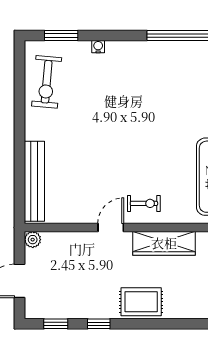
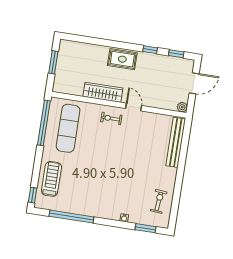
exercise bike: (47, 82) -> (159, 201), width x0.73, depth x0.72
door: (111, 227) -> (134, 107), swing flipped

